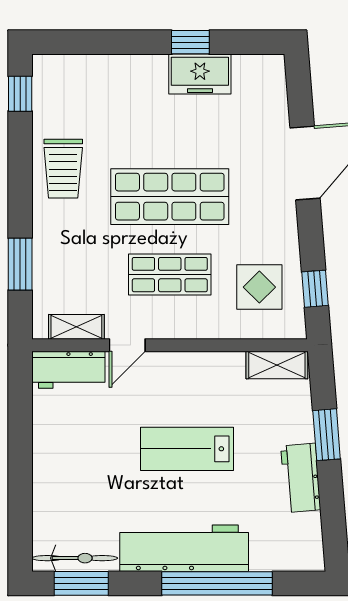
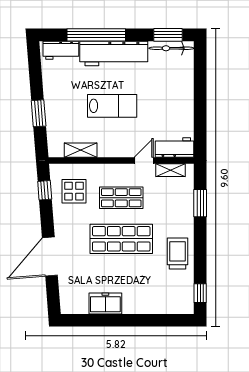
window: (190, 42) -> (110, 320), removed
shelving: (277, 365) -> (81, 150), moved
workbench: (301, 478) -> (61, 50), moved, turned 95

